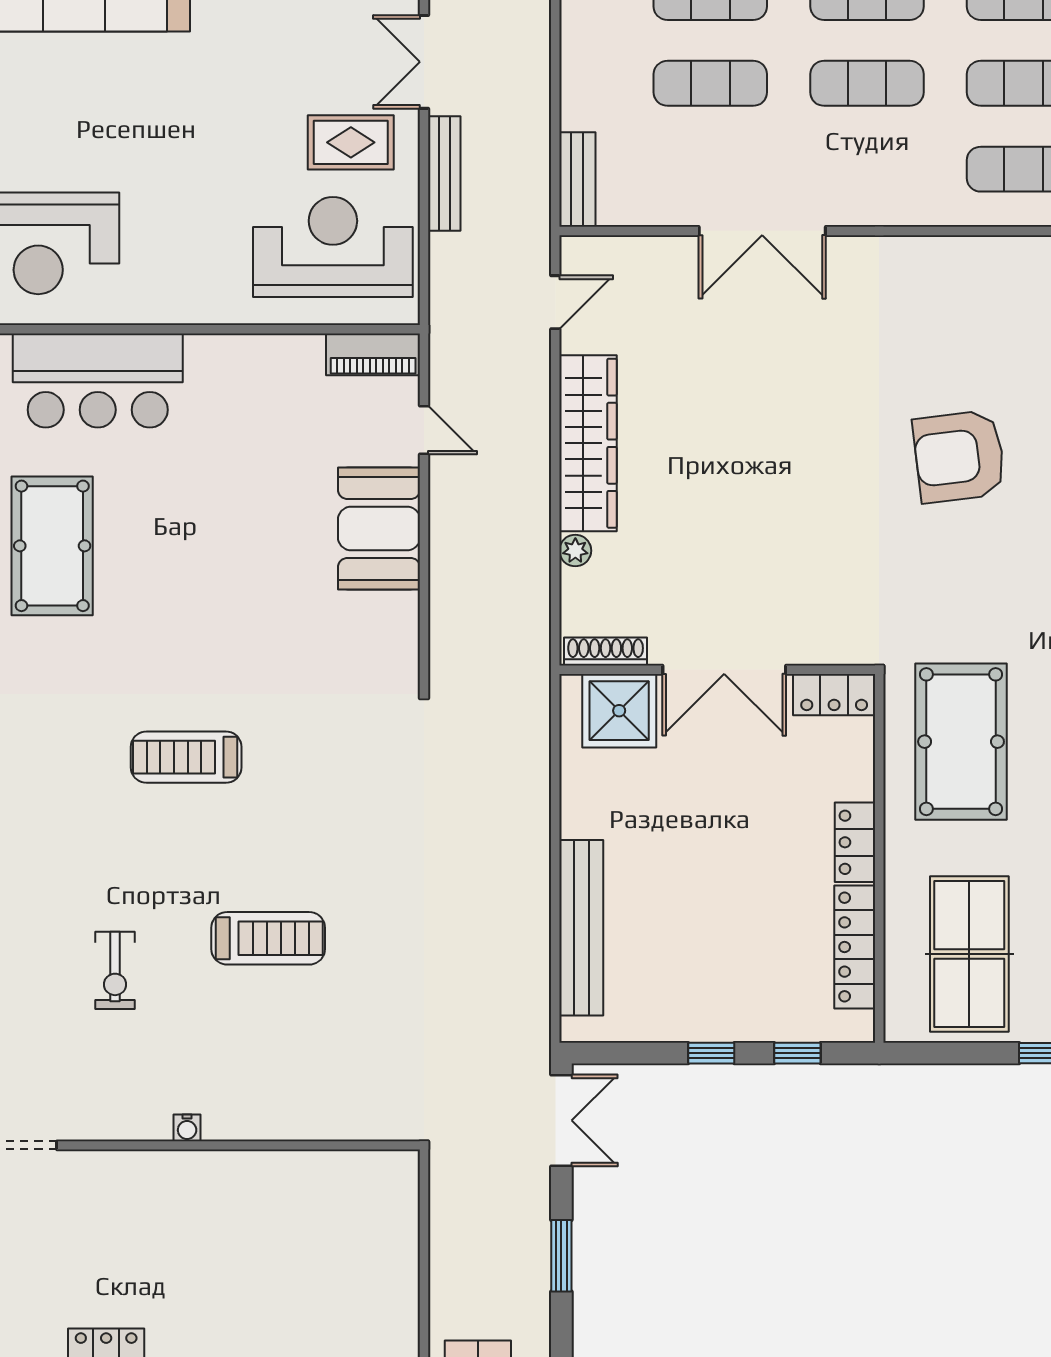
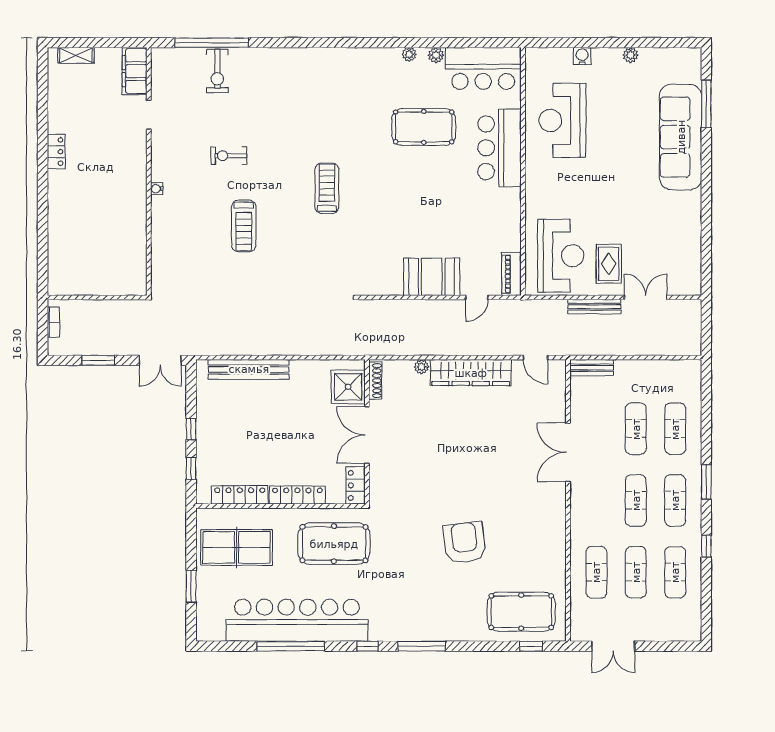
locker: (855, 842) -> (297, 495), width x1.53

